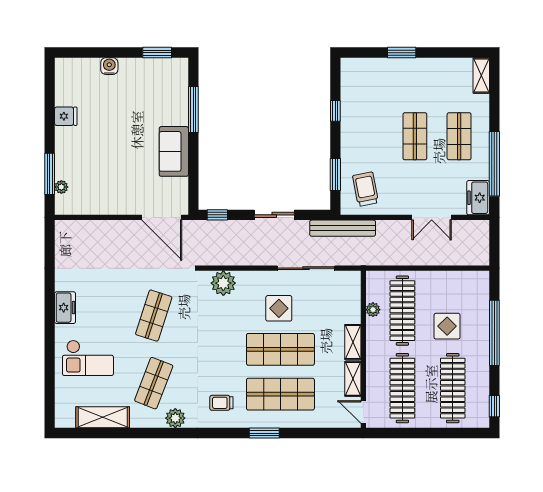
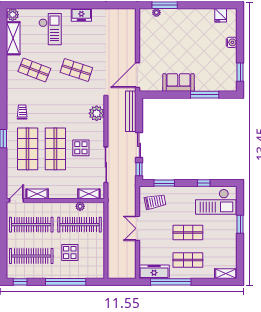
checkout: (366, 92) -> (216, 202), added
fridge: (66, 116) -> (221, 15), moved
freezer: (478, 198) -> (154, 272), width x1.40
window: (217, 215) -> (139, 169), moved
double door: (432, 217) -> (137, 228), moved
bench: (343, 228) -> (131, 111), moved
shelving: (353, 342) -> (89, 194), moved
checkout: (88, 358) -> (50, 29), turned 180
plant: (175, 418) -> (13, 15), moved

